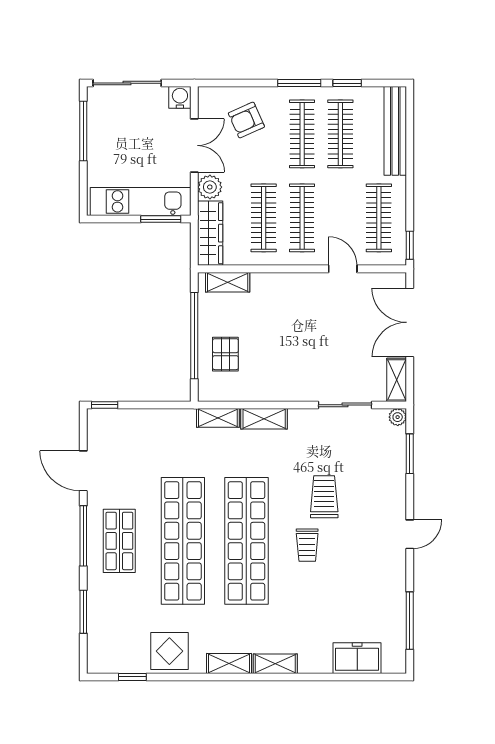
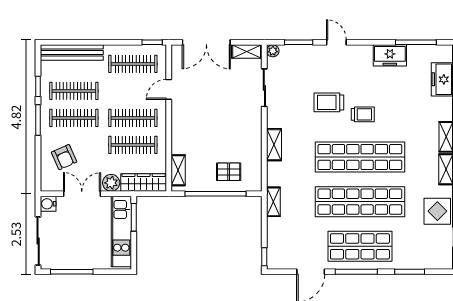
shelving: (218, 418) -> (273, 202), moved
door: (410, 534) -> (336, 42), moved
shop shelf: (119, 541) -> (360, 246), width x1.43, depth x1.36
freezer: (391, 584) -> (390, 55), added

